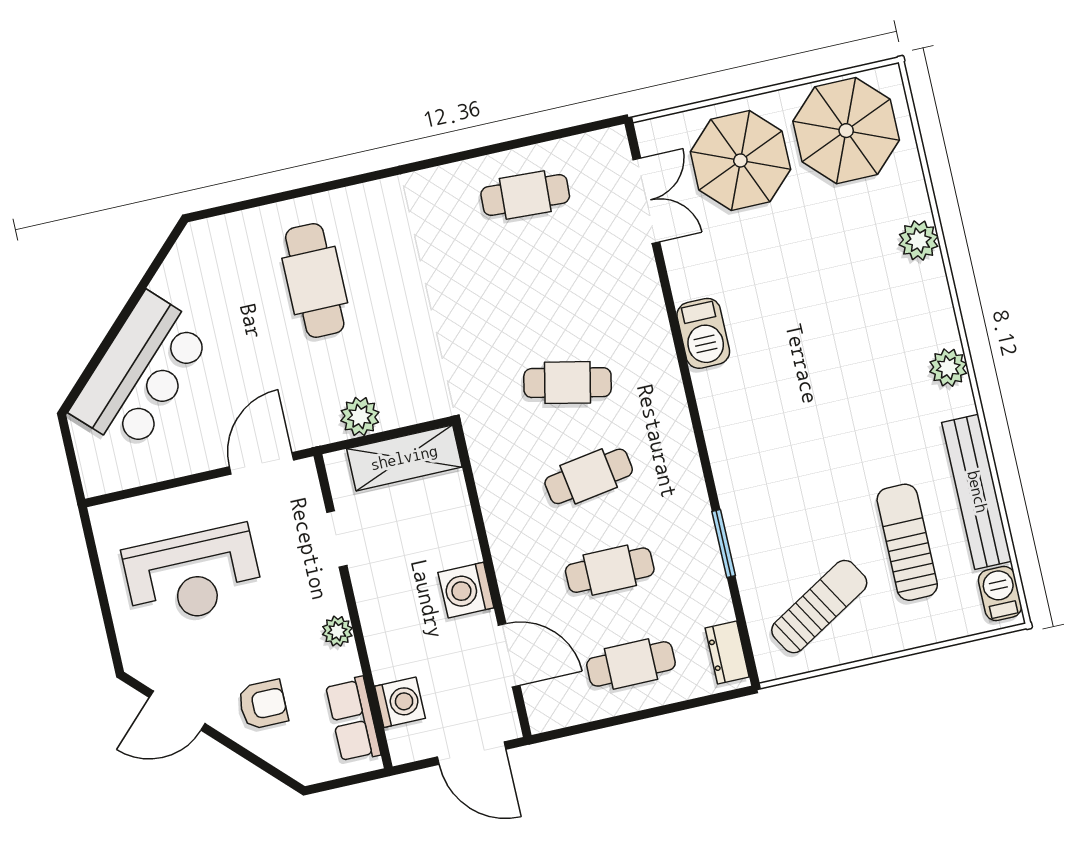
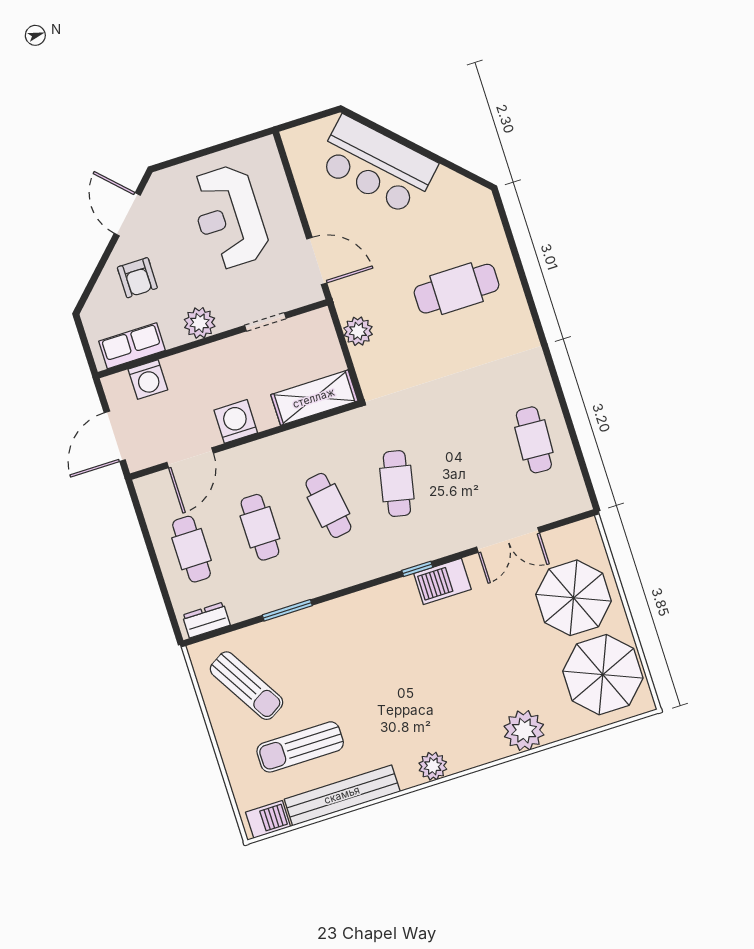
double door: (646, 201) -> (508, 540), moved
plant: (919, 240) -> (524, 731), width x1.36, depth x1.36
window: (684, 365) -> (417, 569), added
shelving: (404, 458) -> (314, 398), moved, turned 90
sun lounger: (907, 542) -> (300, 747), turned 180
plant: (337, 631) -> (200, 323), width x1.38, depth x1.38

